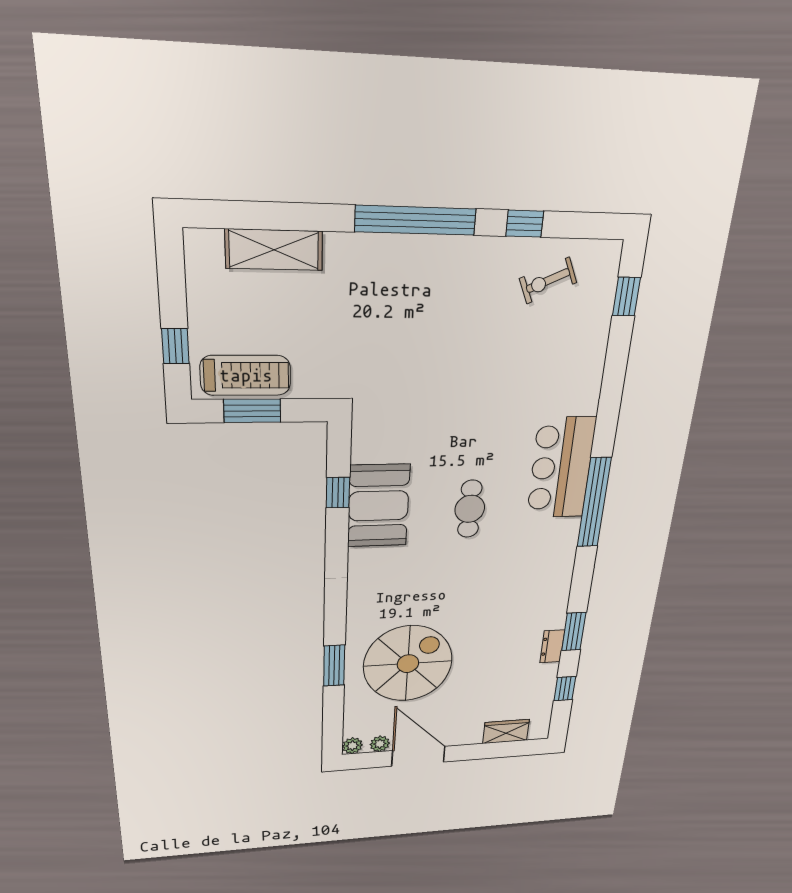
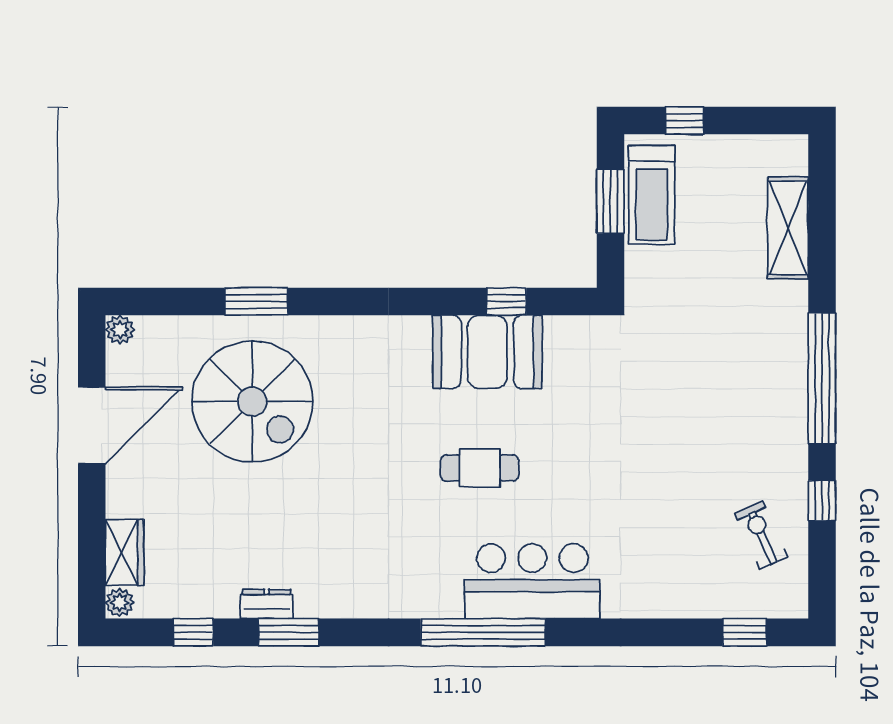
plant: (380, 744) -> (120, 602), moved

